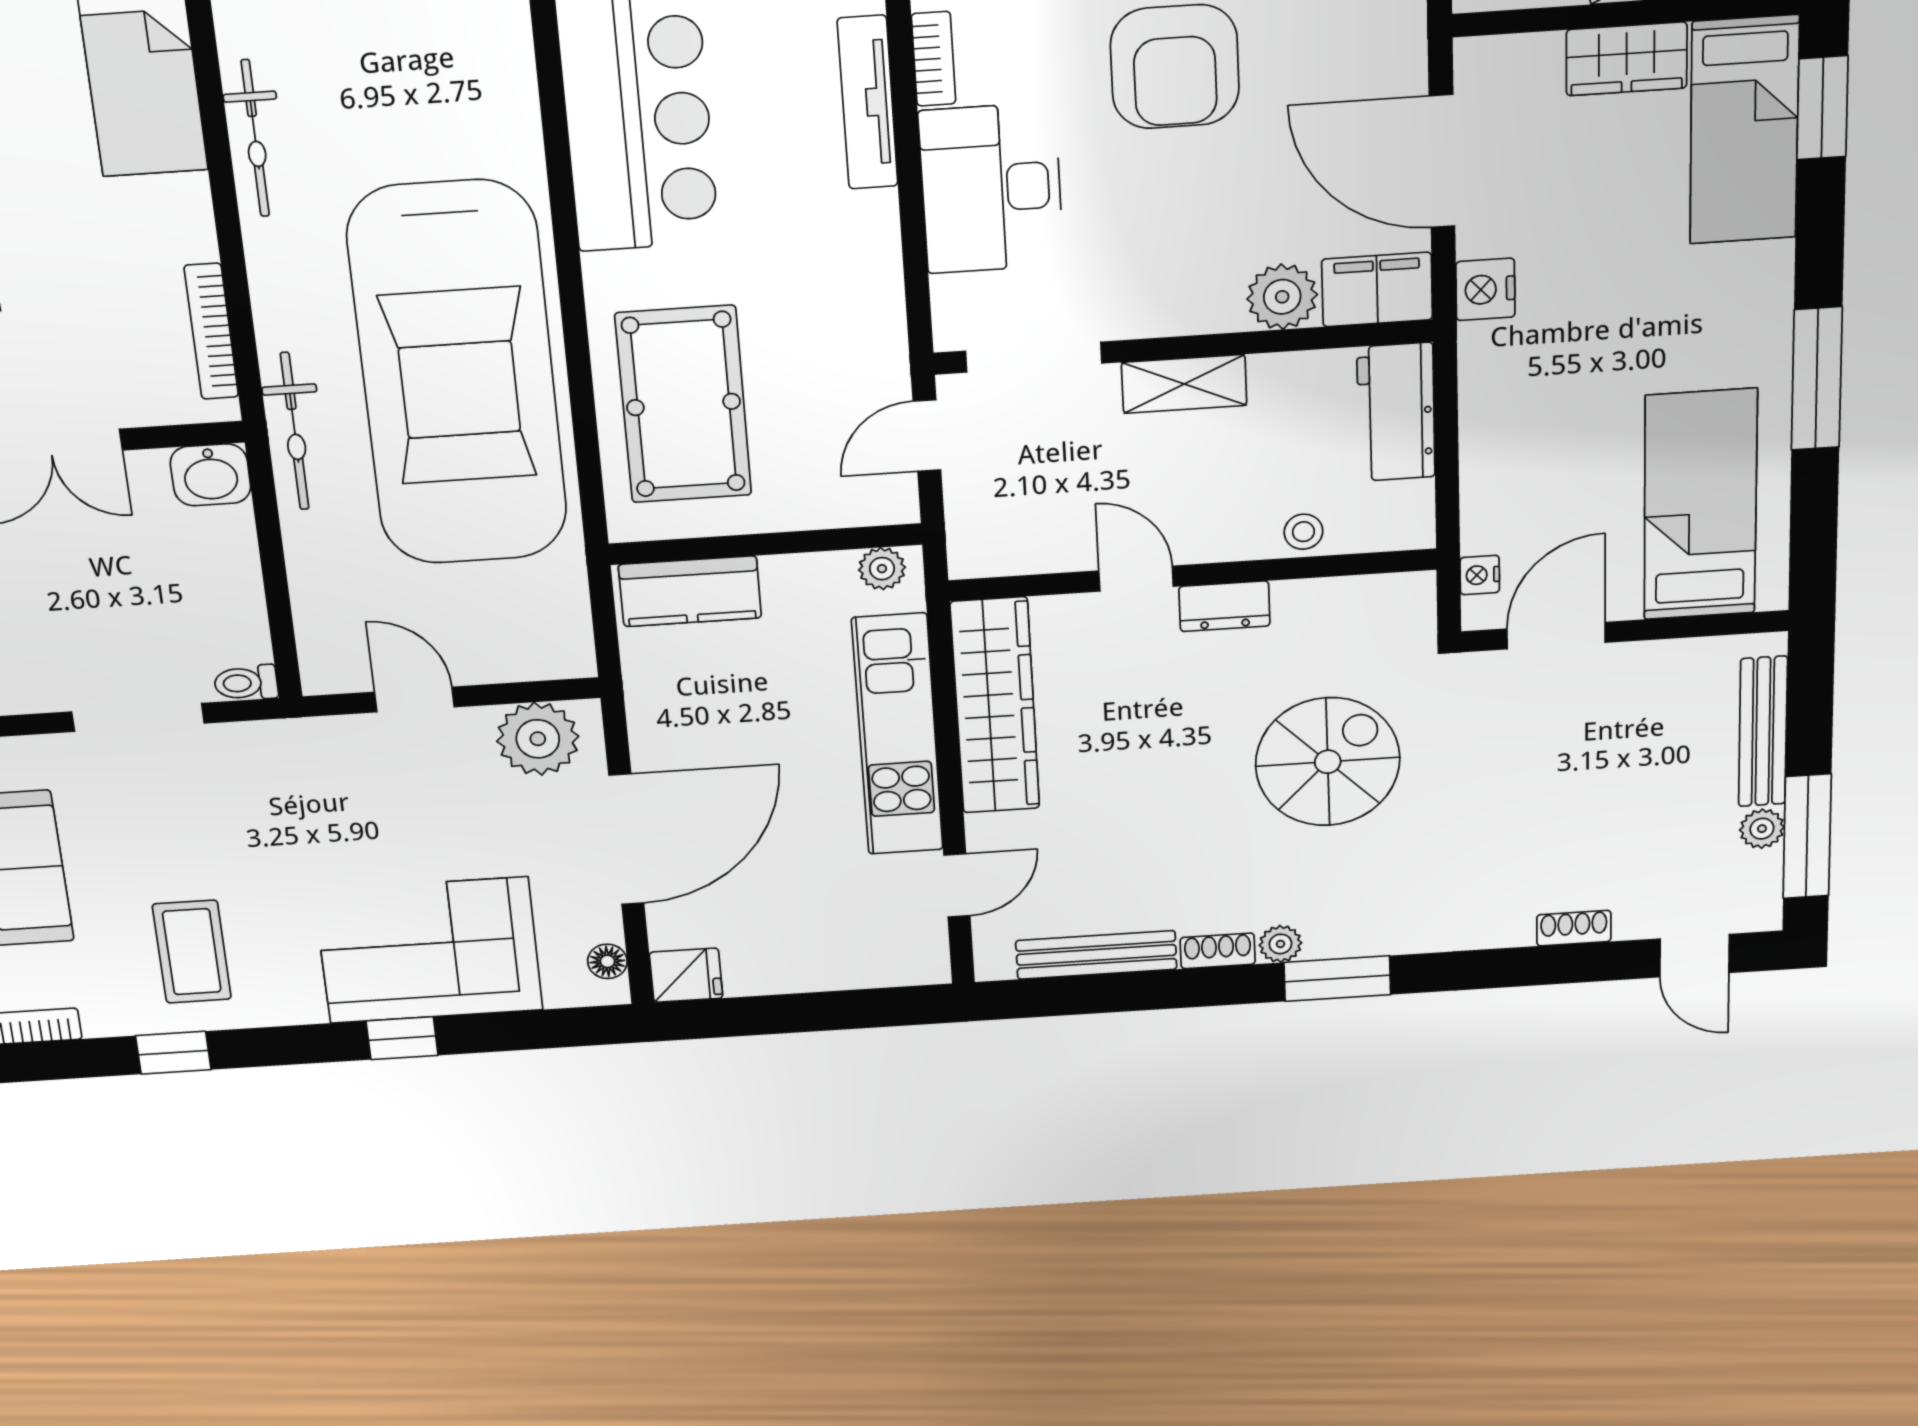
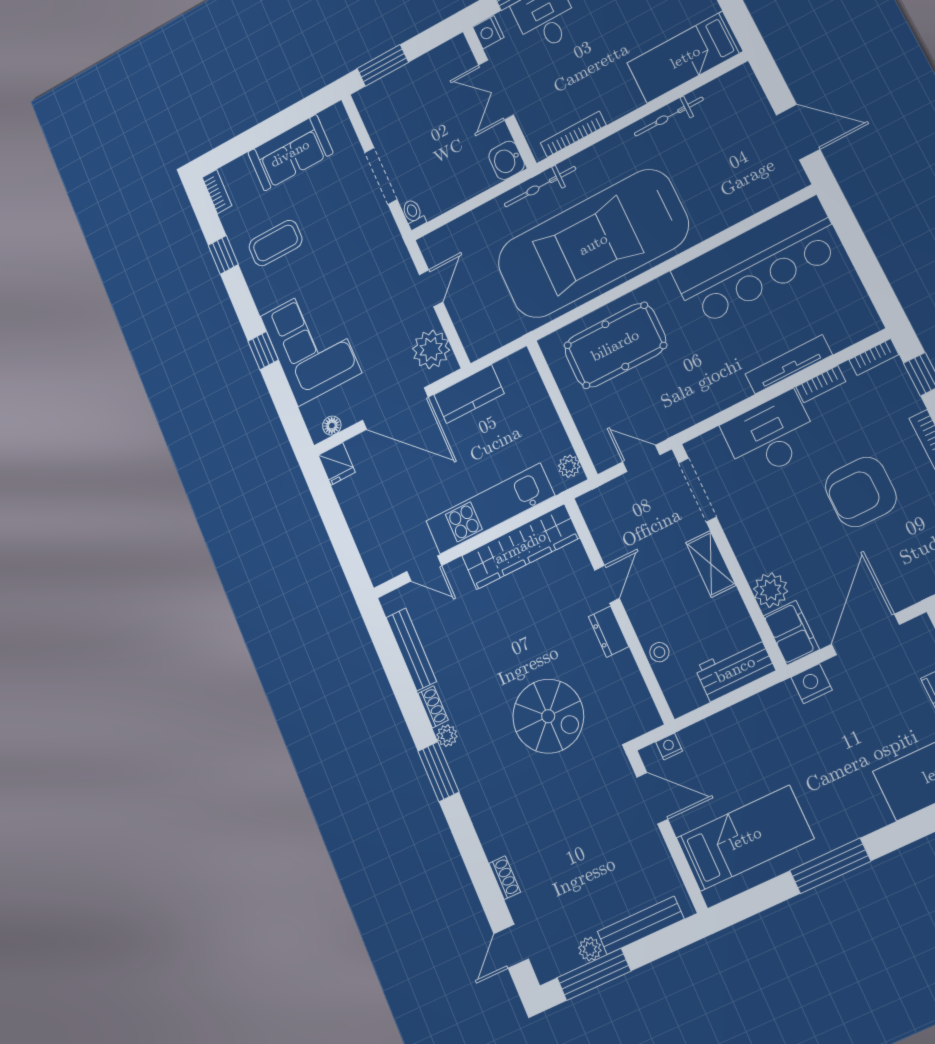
kitchen counter: (690, 591) -> (469, 394), moved, turned -90

